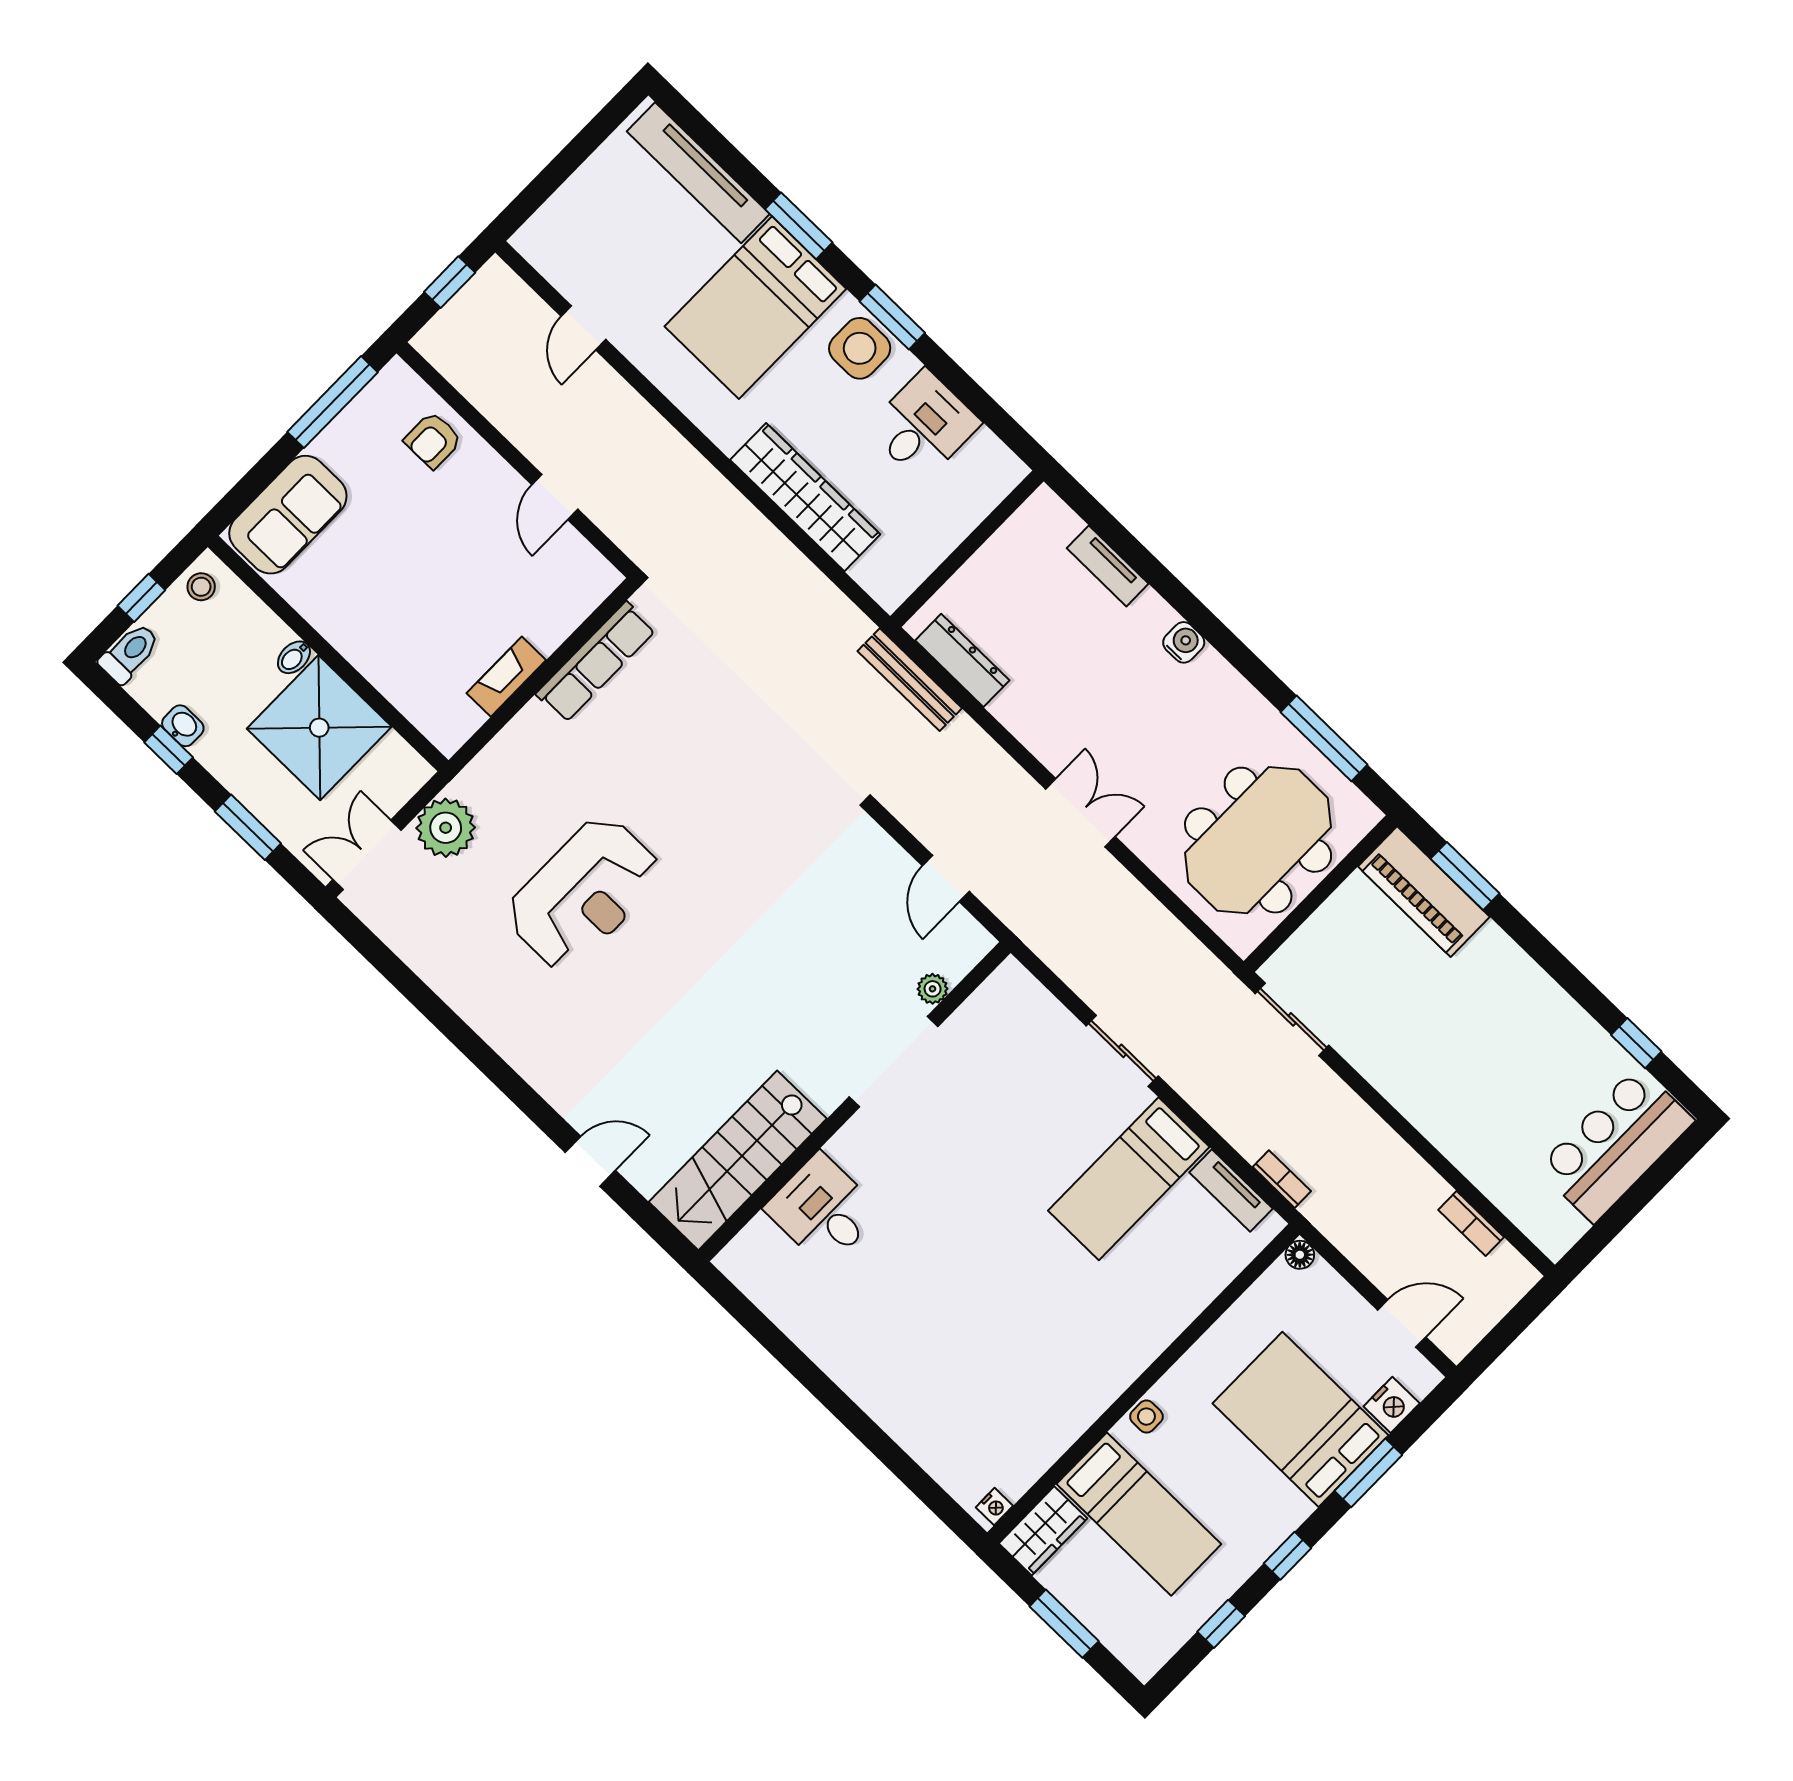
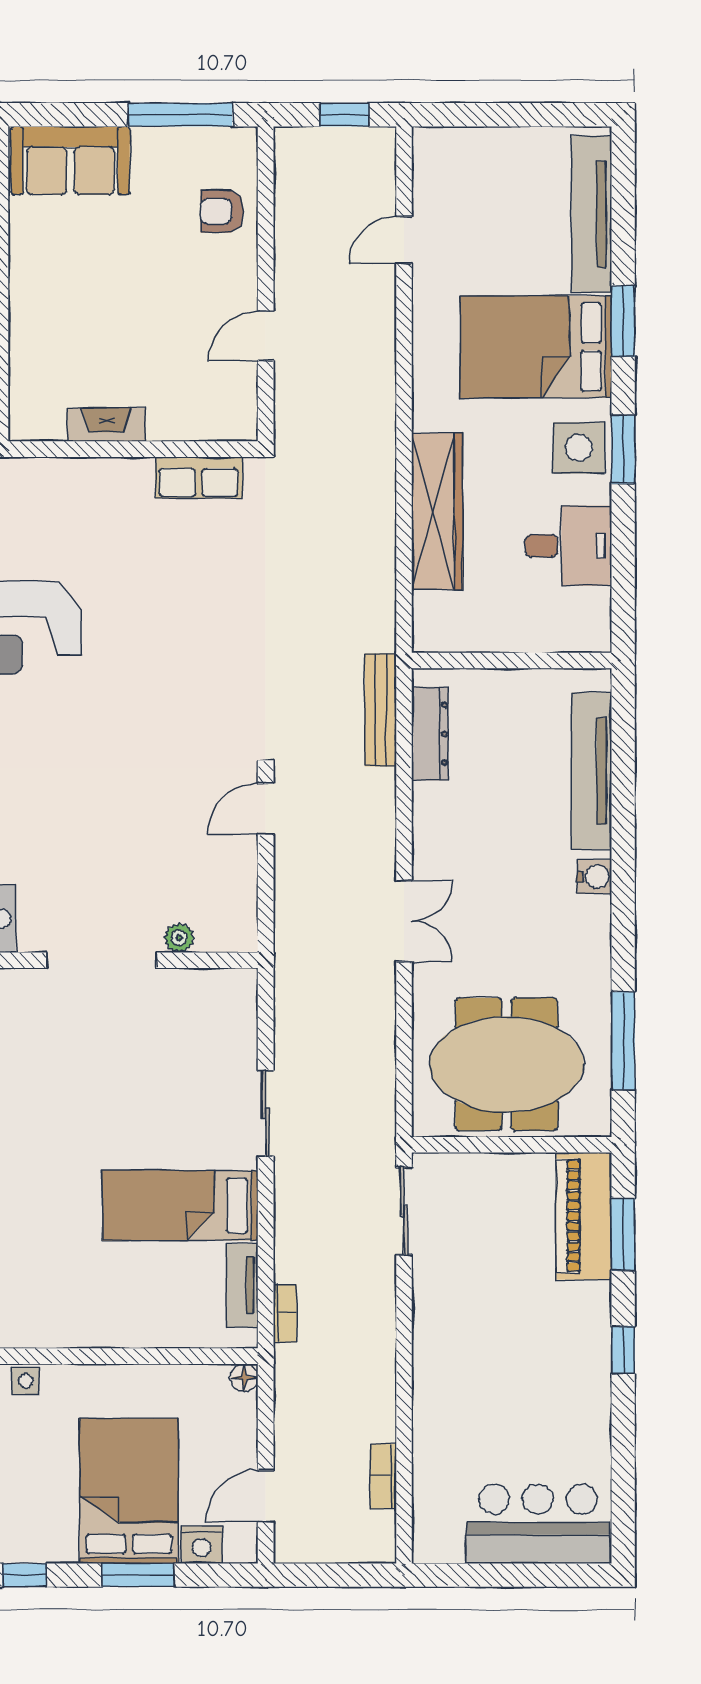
tv unit: (1108, 566) -> (591, 771), width x1.92, depth x1.29
row of seats: (596, 662) -> (199, 478), width x0.68
door: (946, 879) -> (266, 809), moved
window: (1636, 1043) -> (623, 1350), moved
door: (1402, 1323) -> (266, 1496), swing flipped

